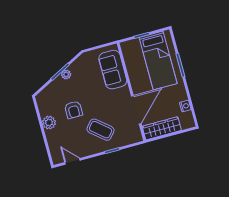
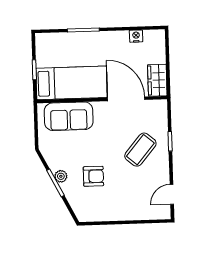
bed: (158, 60) -> (72, 83), moved
armchair: (74, 110) -> (93, 176), moved
plant: (49, 123) -> (116, 212), removed
wardrobe: (162, 128) -> (157, 80), width x0.67

